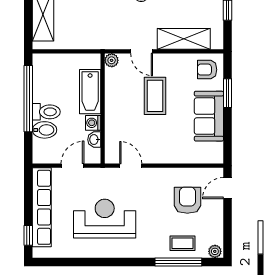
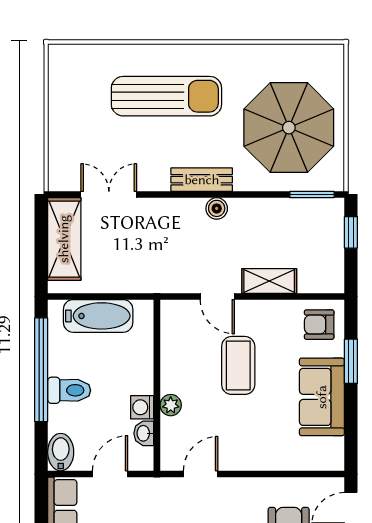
shelving: (184, 39) -> (269, 281), width x0.67, depth x0.75
plant: (112, 60) -> (171, 405), moved
bathtub: (90, 92) -> (98, 316), moved, turned -90
bidet: (45, 130) -> (61, 452), moved, turned -90
door: (131, 166) -> (201, 474), hinge flipped

